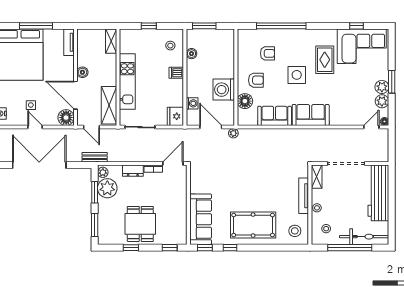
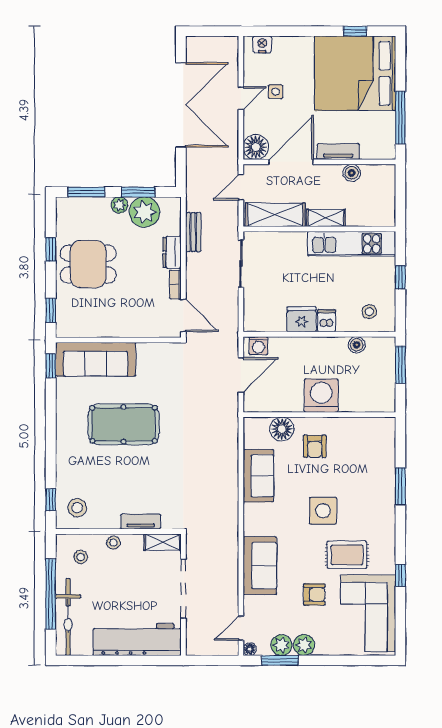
window: (36, 26) -> (400, 118), moved
window: (281, 26) -> (400, 486), width x0.47
window: (356, 26) -> (400, 575), moved
shelving: (111, 41) -> (326, 218), moved
tv unit: (69, 42) -> (338, 152), moved
armchair: (267, 53) -> (314, 594), moved, turned -90
boiler: (82, 72) -> (352, 173), moved
kitchen unit: (127, 81) -> (352, 244), moved
window: (392, 82) -> (280, 660), moved
washing machine: (224, 90) -> (321, 396), moved
washing machine: (192, 103) -> (258, 346), moved
sofa: (311, 115) -> (260, 566), moved
fridge: (175, 116) -> (302, 319), moved
door: (371, 127) -> (241, 628), swing flipped
plant: (233, 133) -> (231, 411), removed
bench: (95, 157) -> (193, 232), moved
plant: (103, 172) -> (119, 205), moved
tv unit: (304, 196) -> (141, 522), width x0.71
pool table: (253, 225) -> (123, 424), moved, turned 90
window: (230, 248) -> (51, 500), moved

